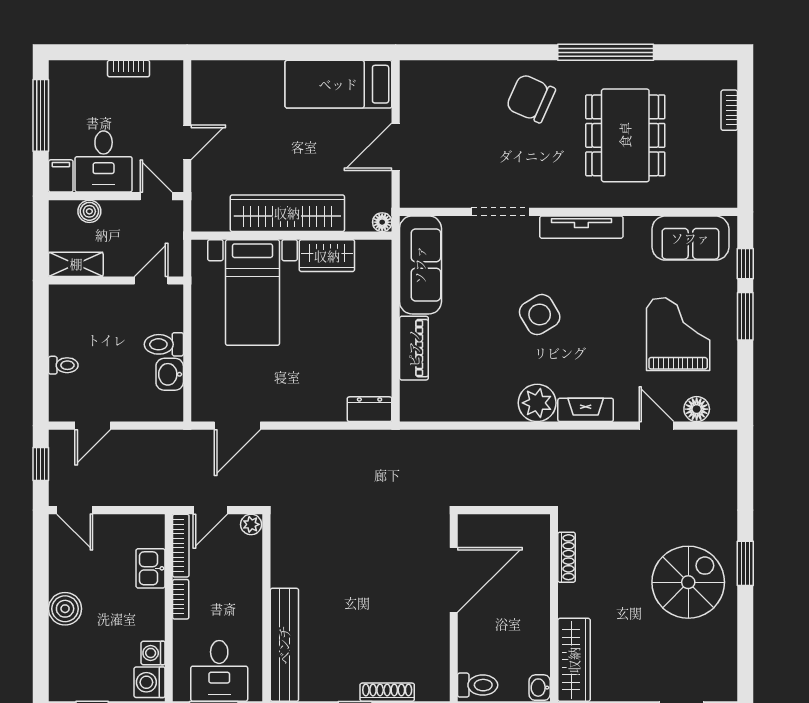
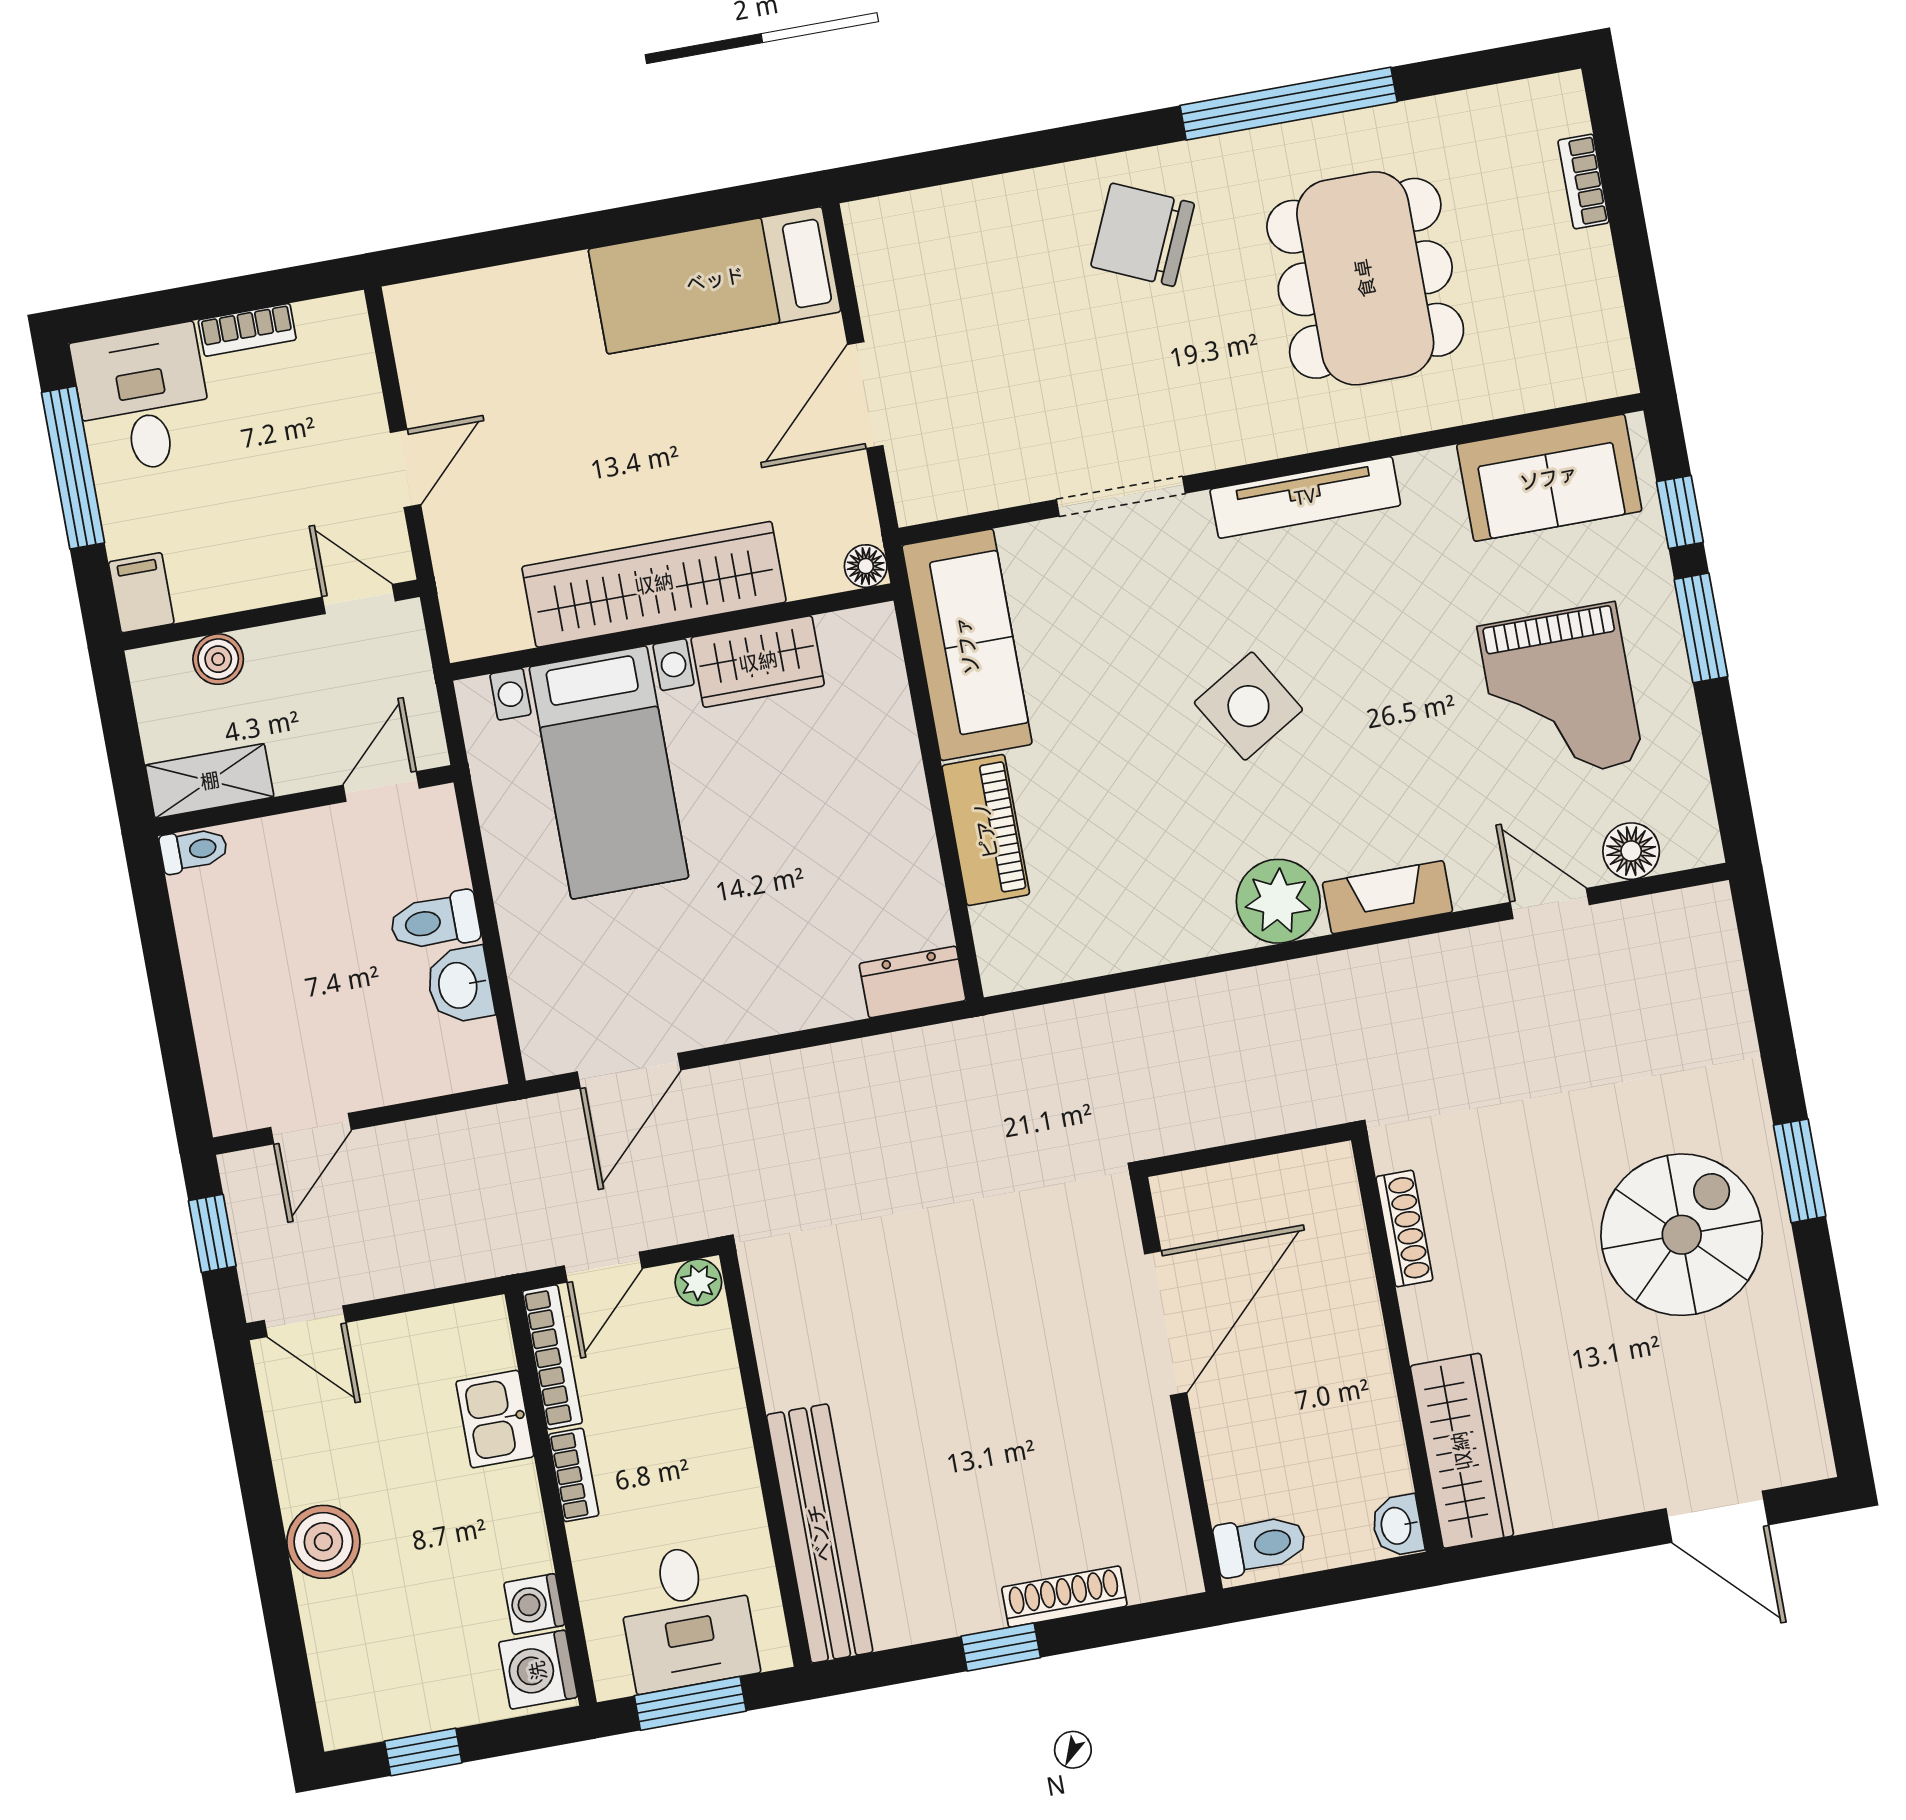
desk: (104, 161) -> (143, 399), moved, turned 180
grand piano: (678, 334) -> (1560, 694), turned 180
toilet: (63, 365) -> (194, 850), moved

